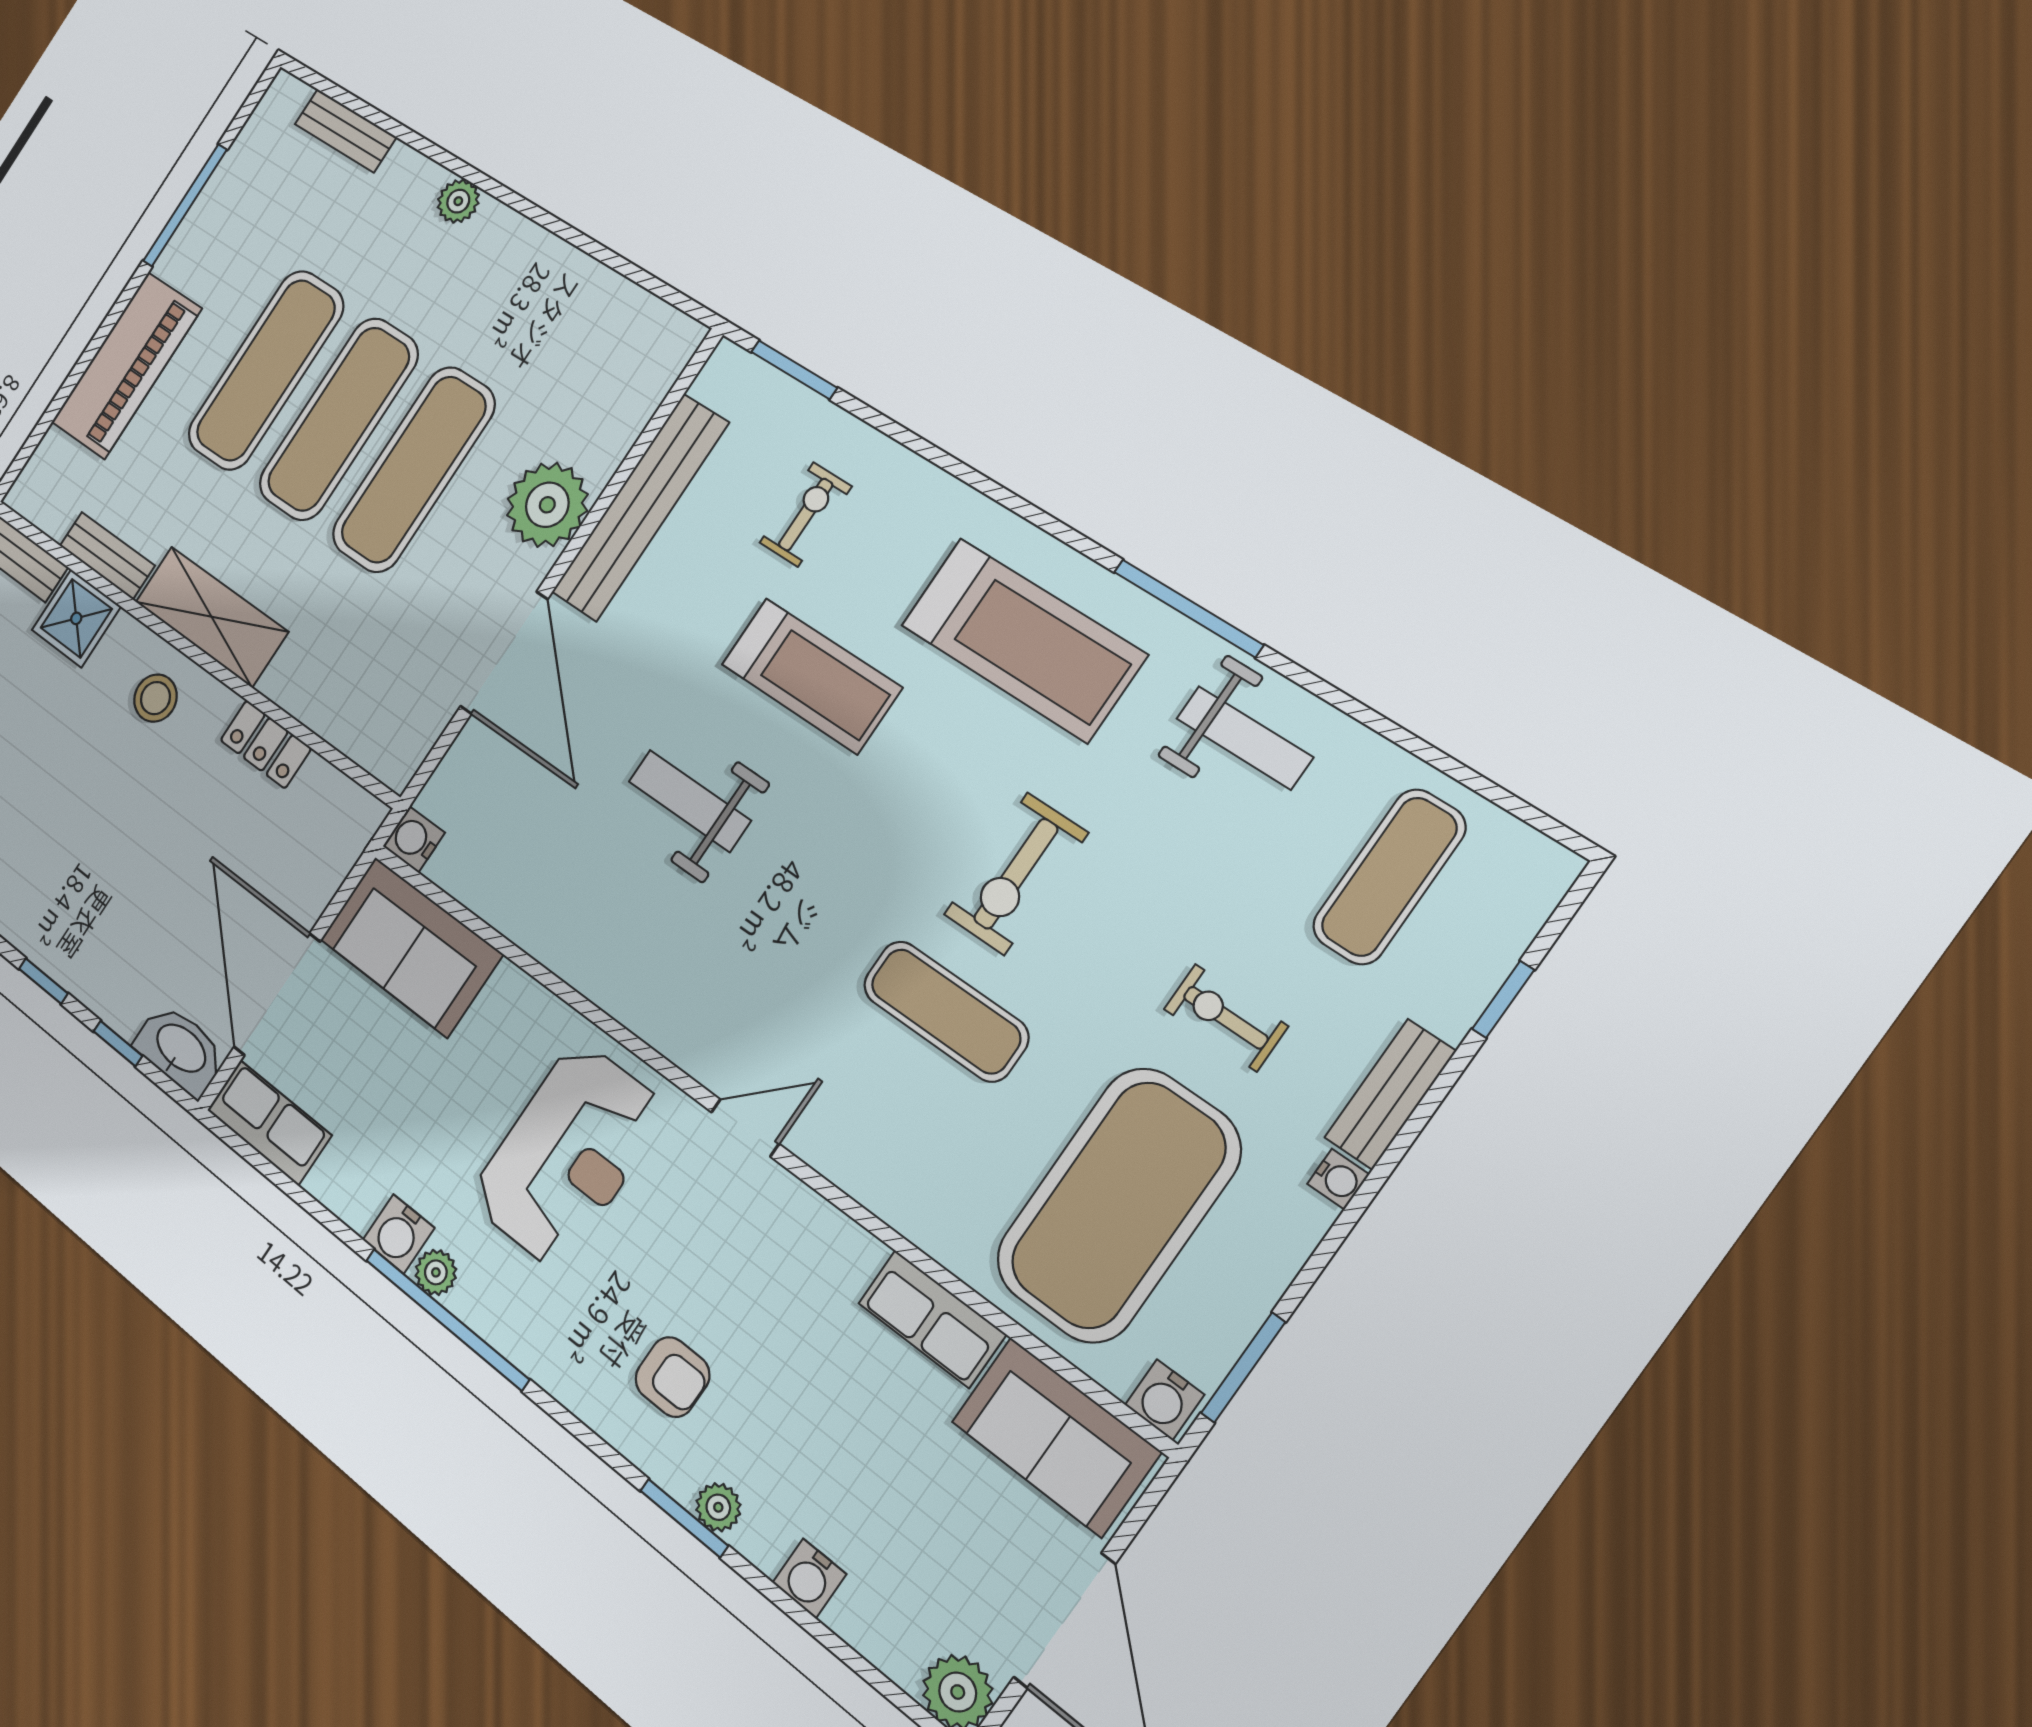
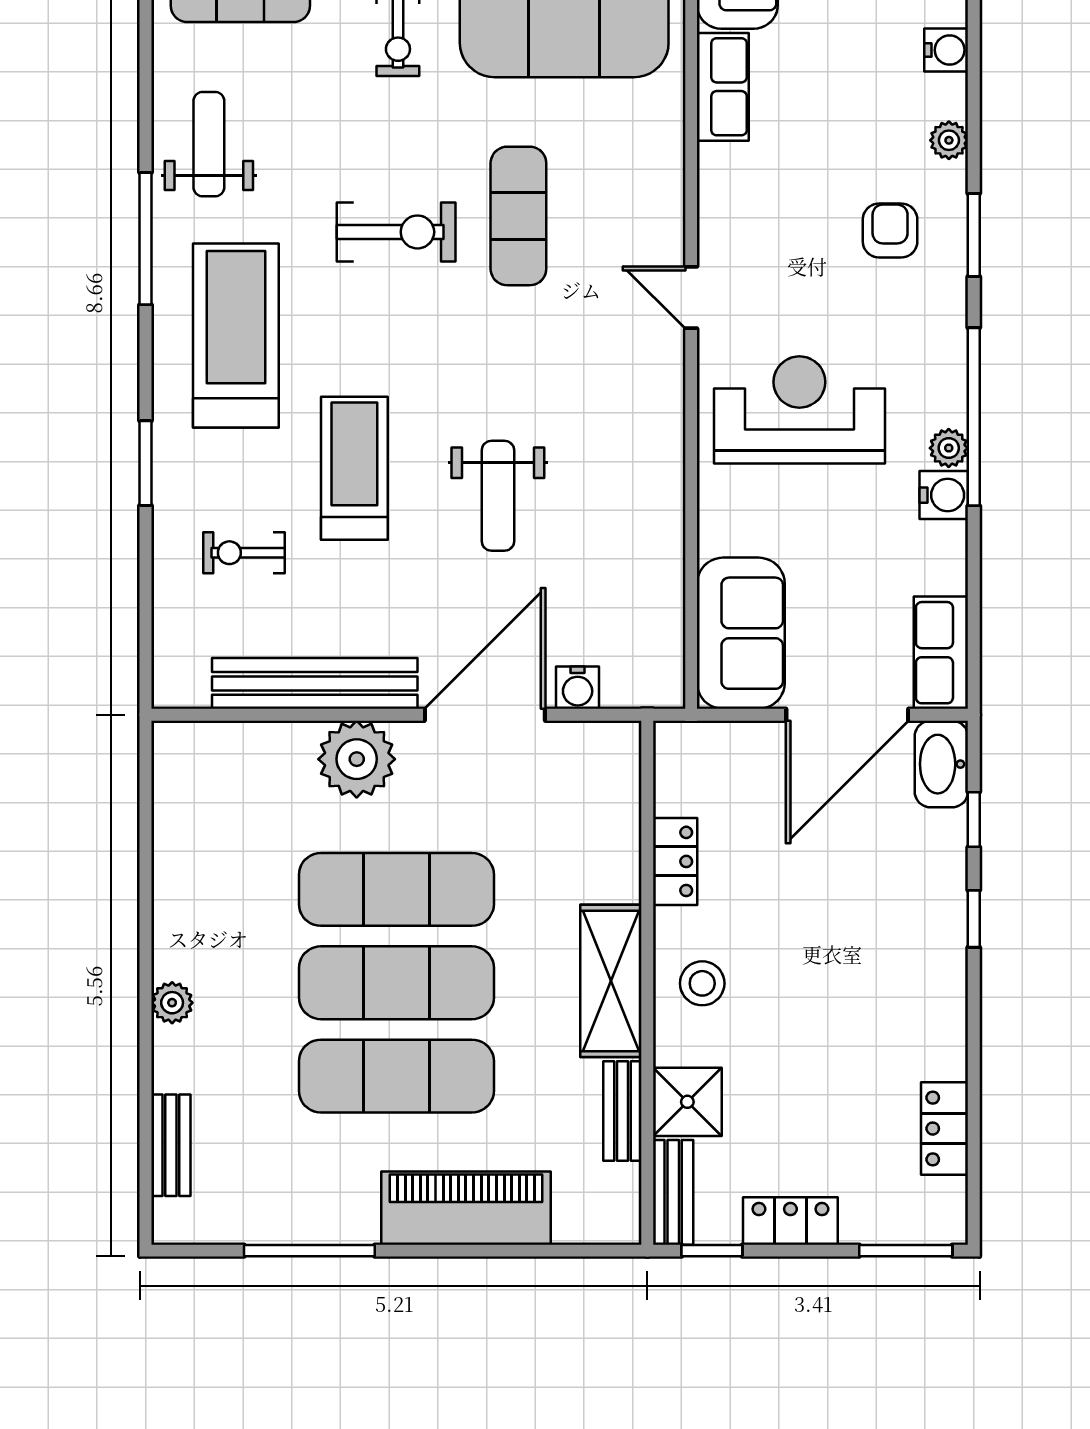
window: (794, 370) -> (146, 463), moved
water cooler: (414, 839) -> (578, 688), moved
window: (684, 1518) -> (974, 235), moved

